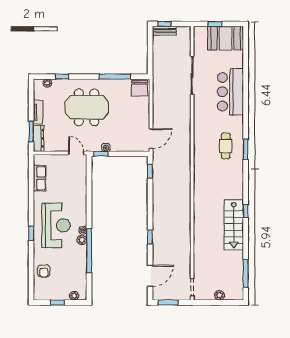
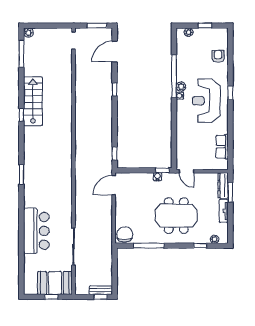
booth: (226, 38) -> (55, 283), moved
cafe table: (226, 146) -> (41, 178), removed
plant: (219, 295) -> (28, 33), moved

